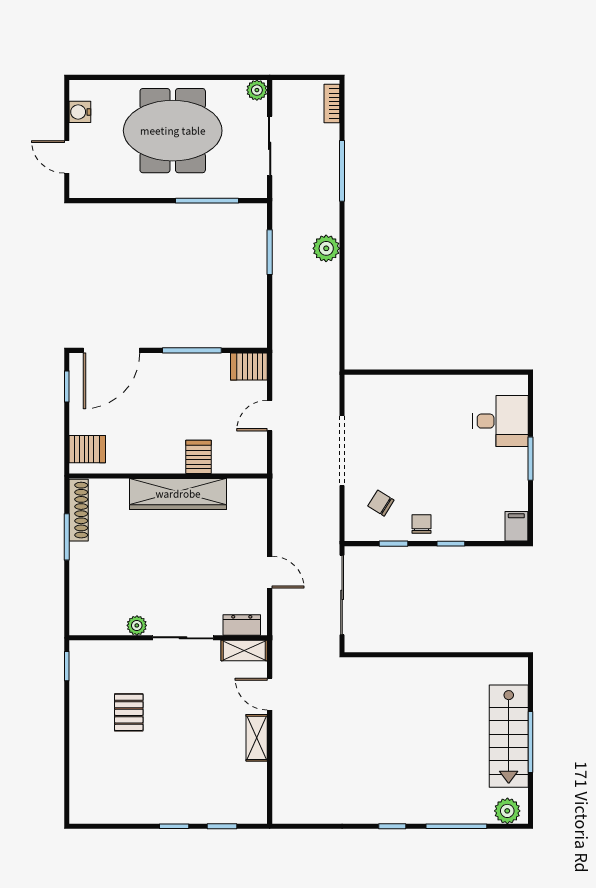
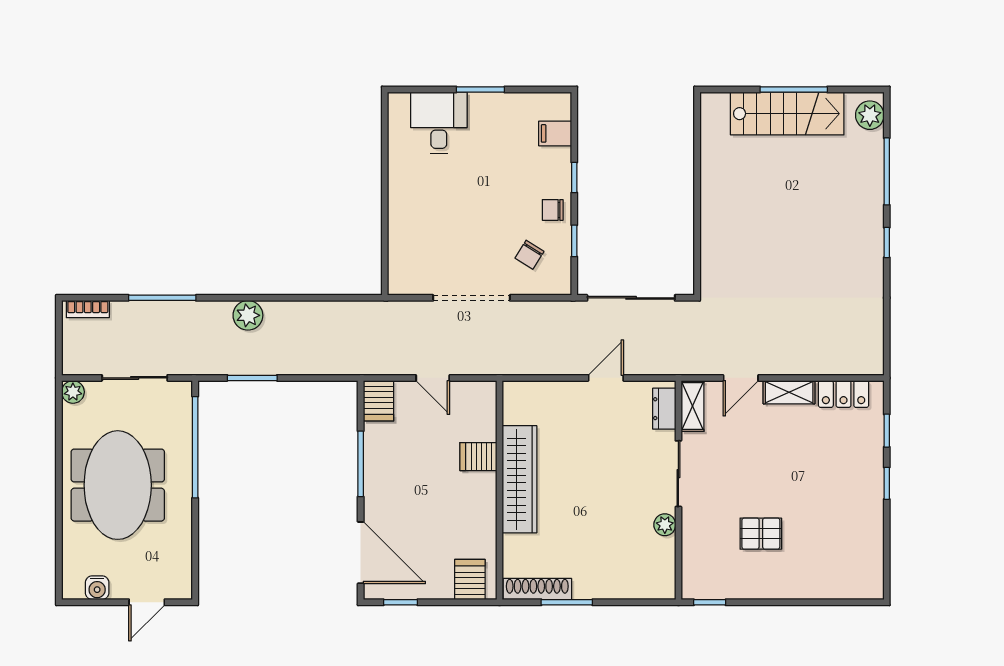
window: (207, 201) -> (195, 447), width x1.46
filing cabinet: (516, 526) -> (555, 133), moved
locker: (255, 787) -> (844, 394), added

